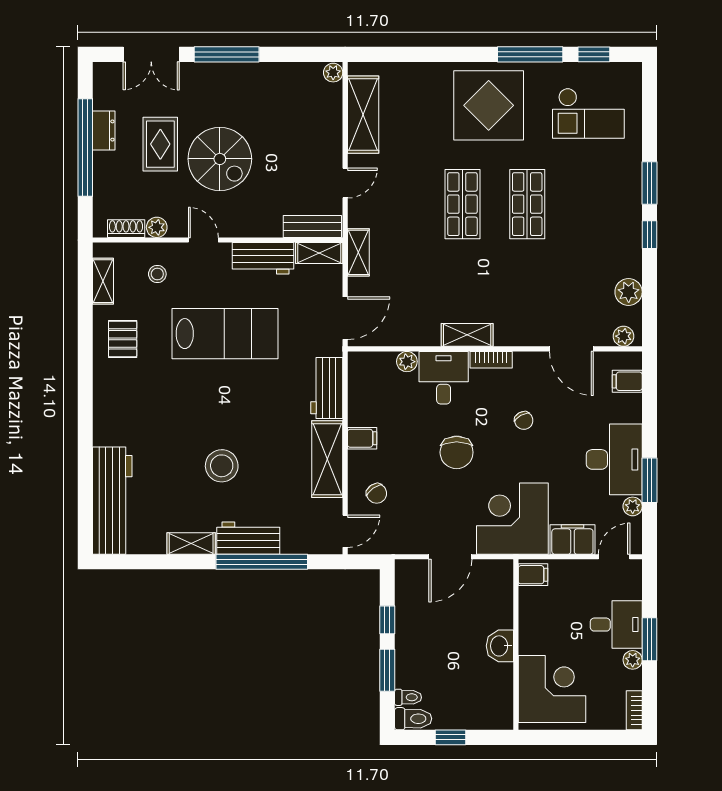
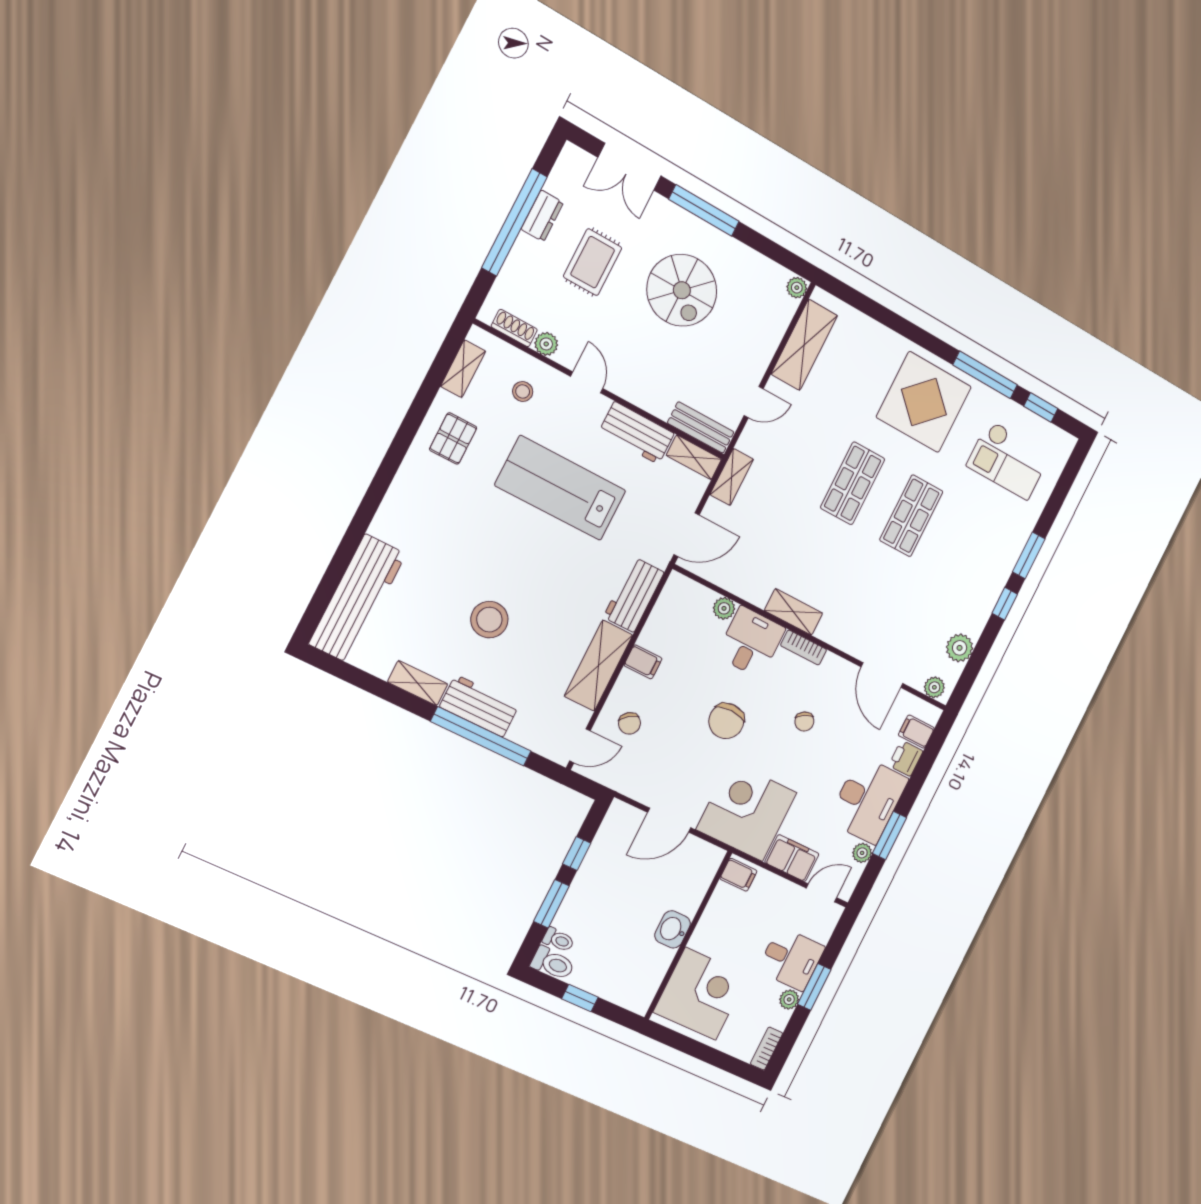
spiral stairs: (220, 159) -> (682, 290), moved
lab bench: (225, 334) -> (560, 488), turned 180
printer: (630, 408) -> (906, 758), added

